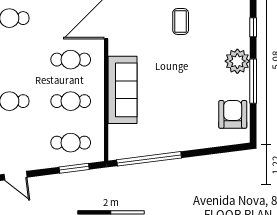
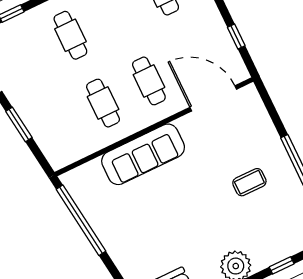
cafe table: (71, 143) -> (57, 125), removed
window: (74, 168) -> (19, 124), moved

